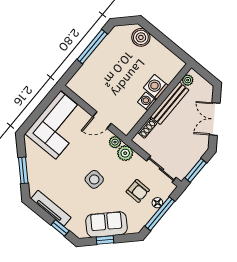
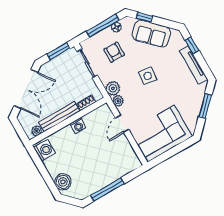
washing machine: (156, 87) -> (45, 150), moved, turned -90
double door: (215, 119) -> (26, 89), width x1.37
door: (102, 120) -> (122, 124), swing flipped
floor lamp: (157, 203) -> (116, 27), moved
window: (105, 240) -> (144, 17), moved

